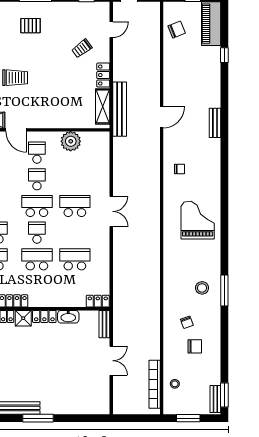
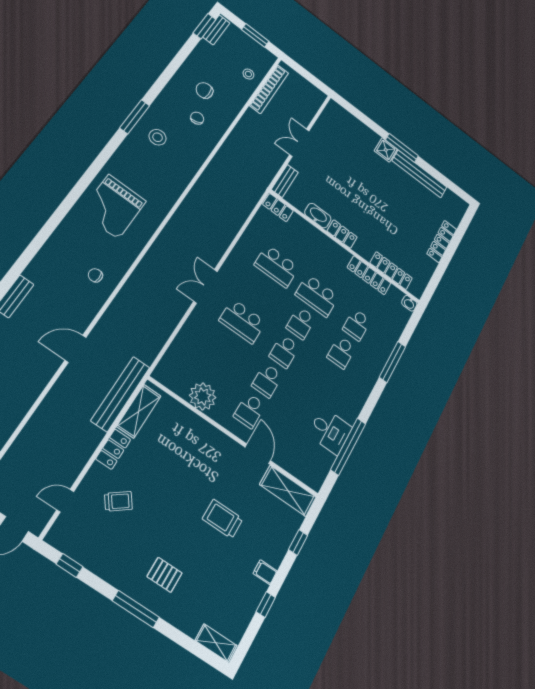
school desk: (37, 206) -> (284, 351), width x0.54
shower: (23, 318) -> (386, 150), moved

